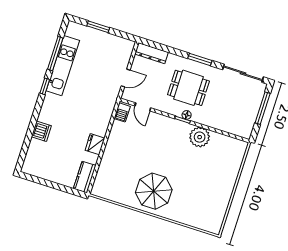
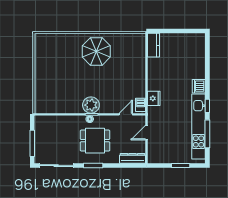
kitchen unit: (63, 66) -> (199, 127), width x1.36
door: (143, 107) -> (126, 114), hinge flipped
dishwasher: (41, 131) -> (199, 86), moved
plant: (200, 137) -> (91, 105), moved
fridge: (95, 144) -> (154, 98), moved

